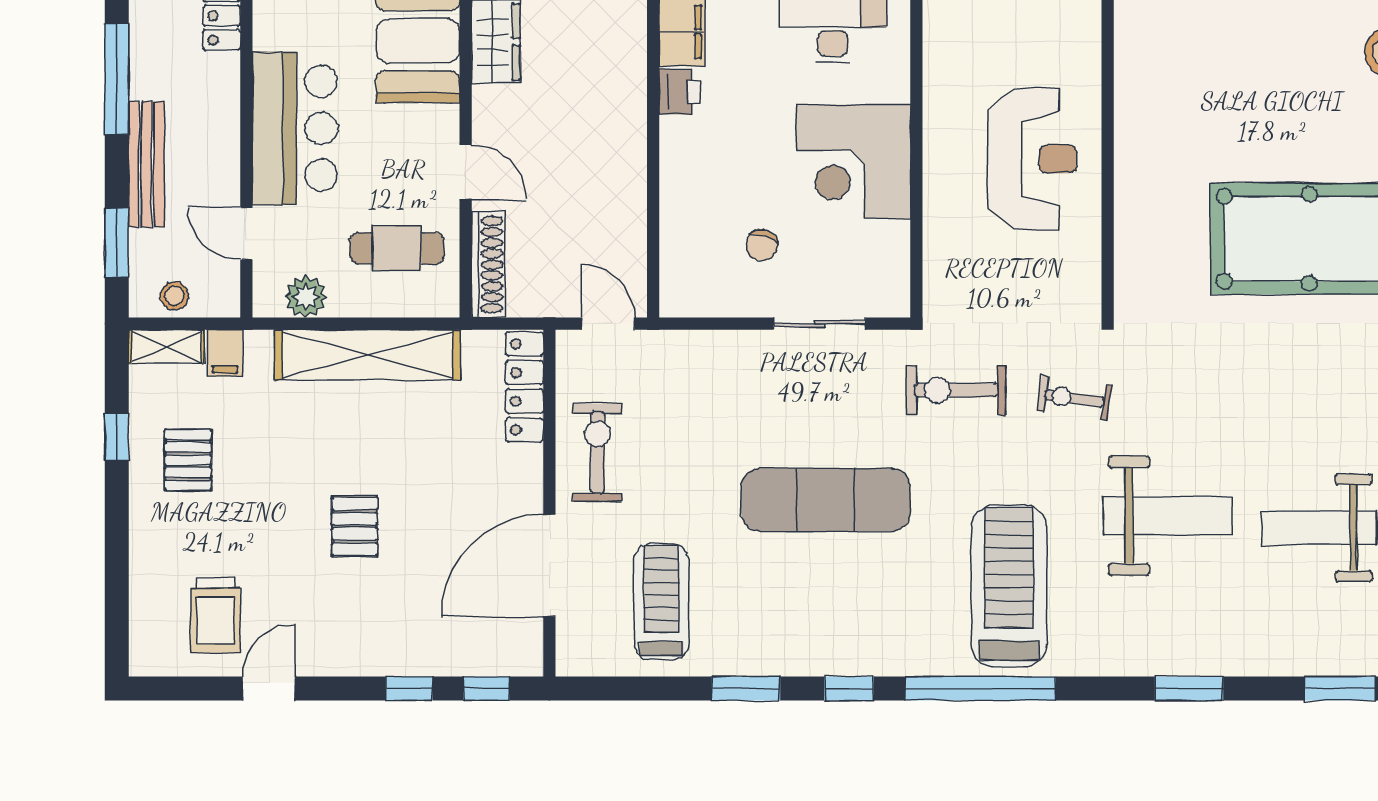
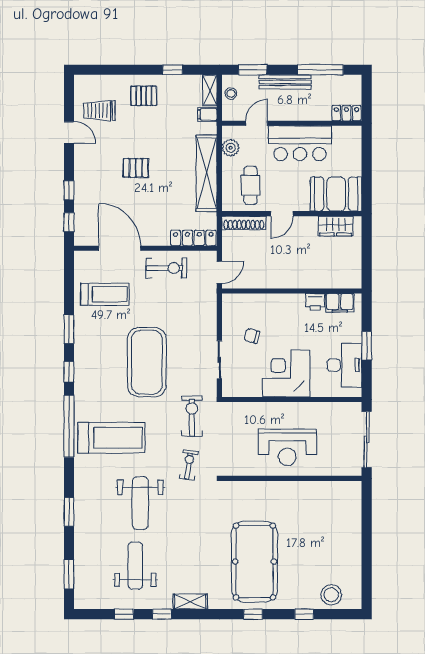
pallet: (188, 460) -> (144, 96), moved
exercise mat: (826, 500) -> (147, 362), width x1.47

